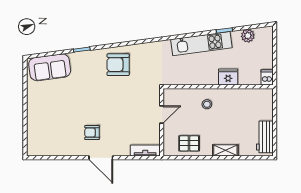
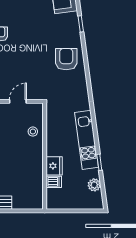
dishwasher: (267, 77) -> (54, 182), moved
stool: (207, 104) -> (33, 132), moved
door: (162, 114) -> (18, 101), swing flipped

